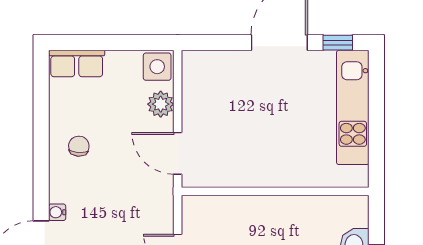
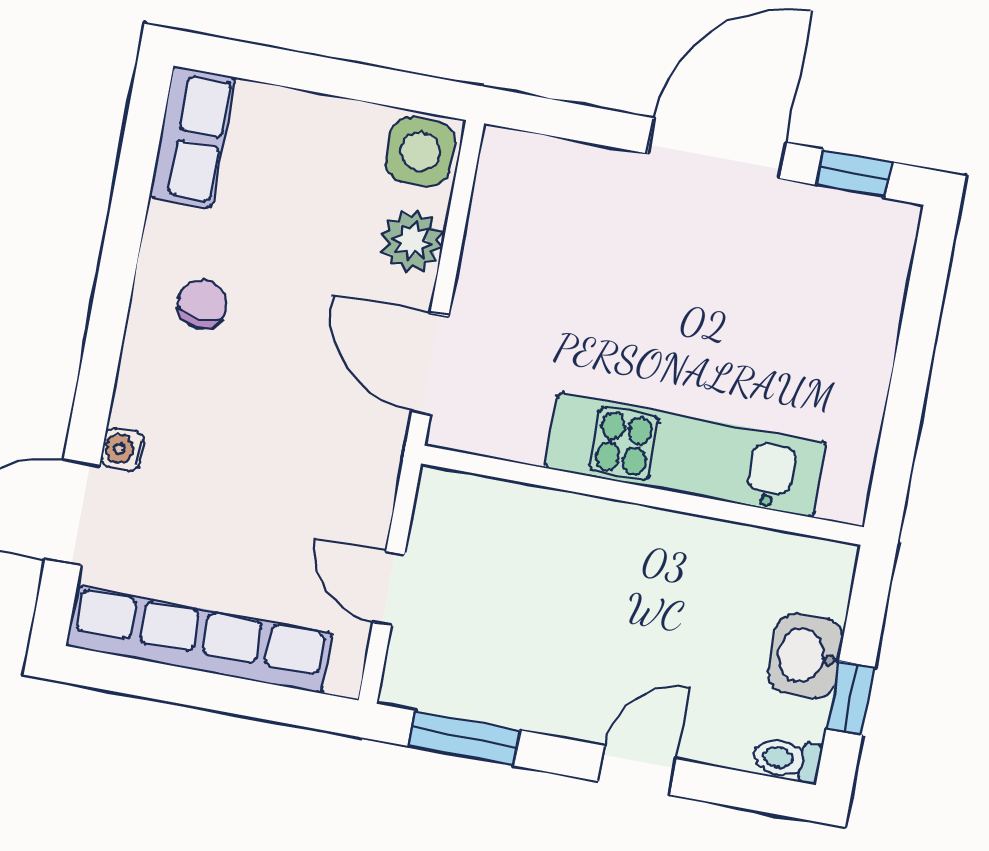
row of seats: (77, 63) -> (192, 137), moved, turned -90
kitchen unit: (353, 107) -> (686, 455), moved, turned 90

